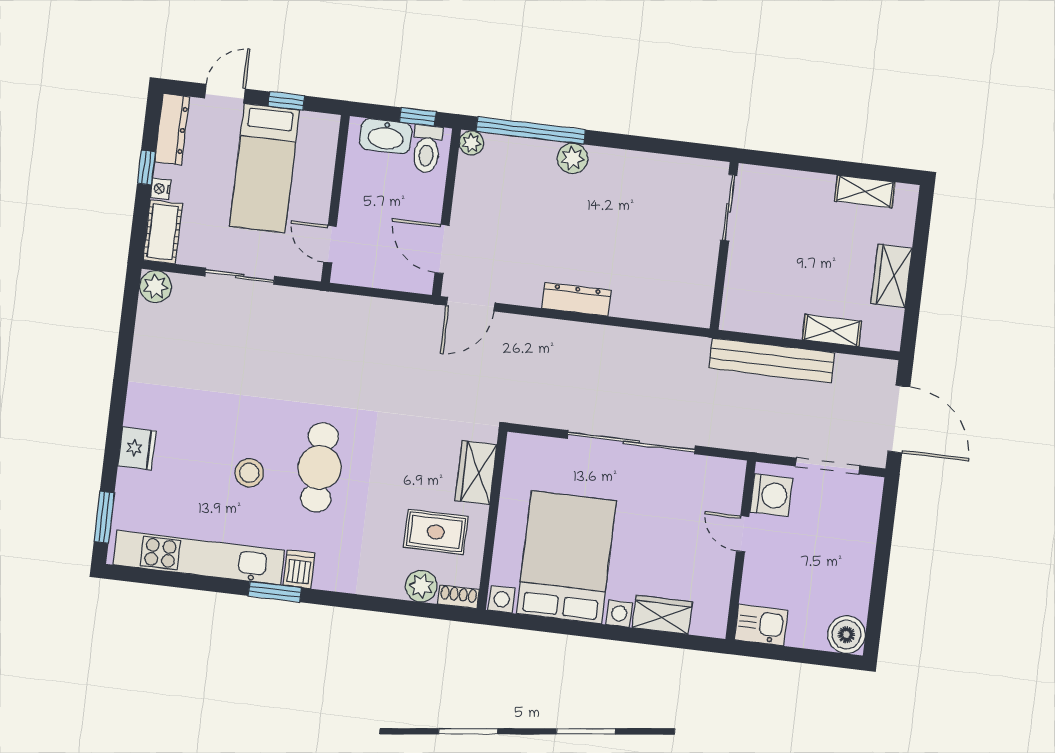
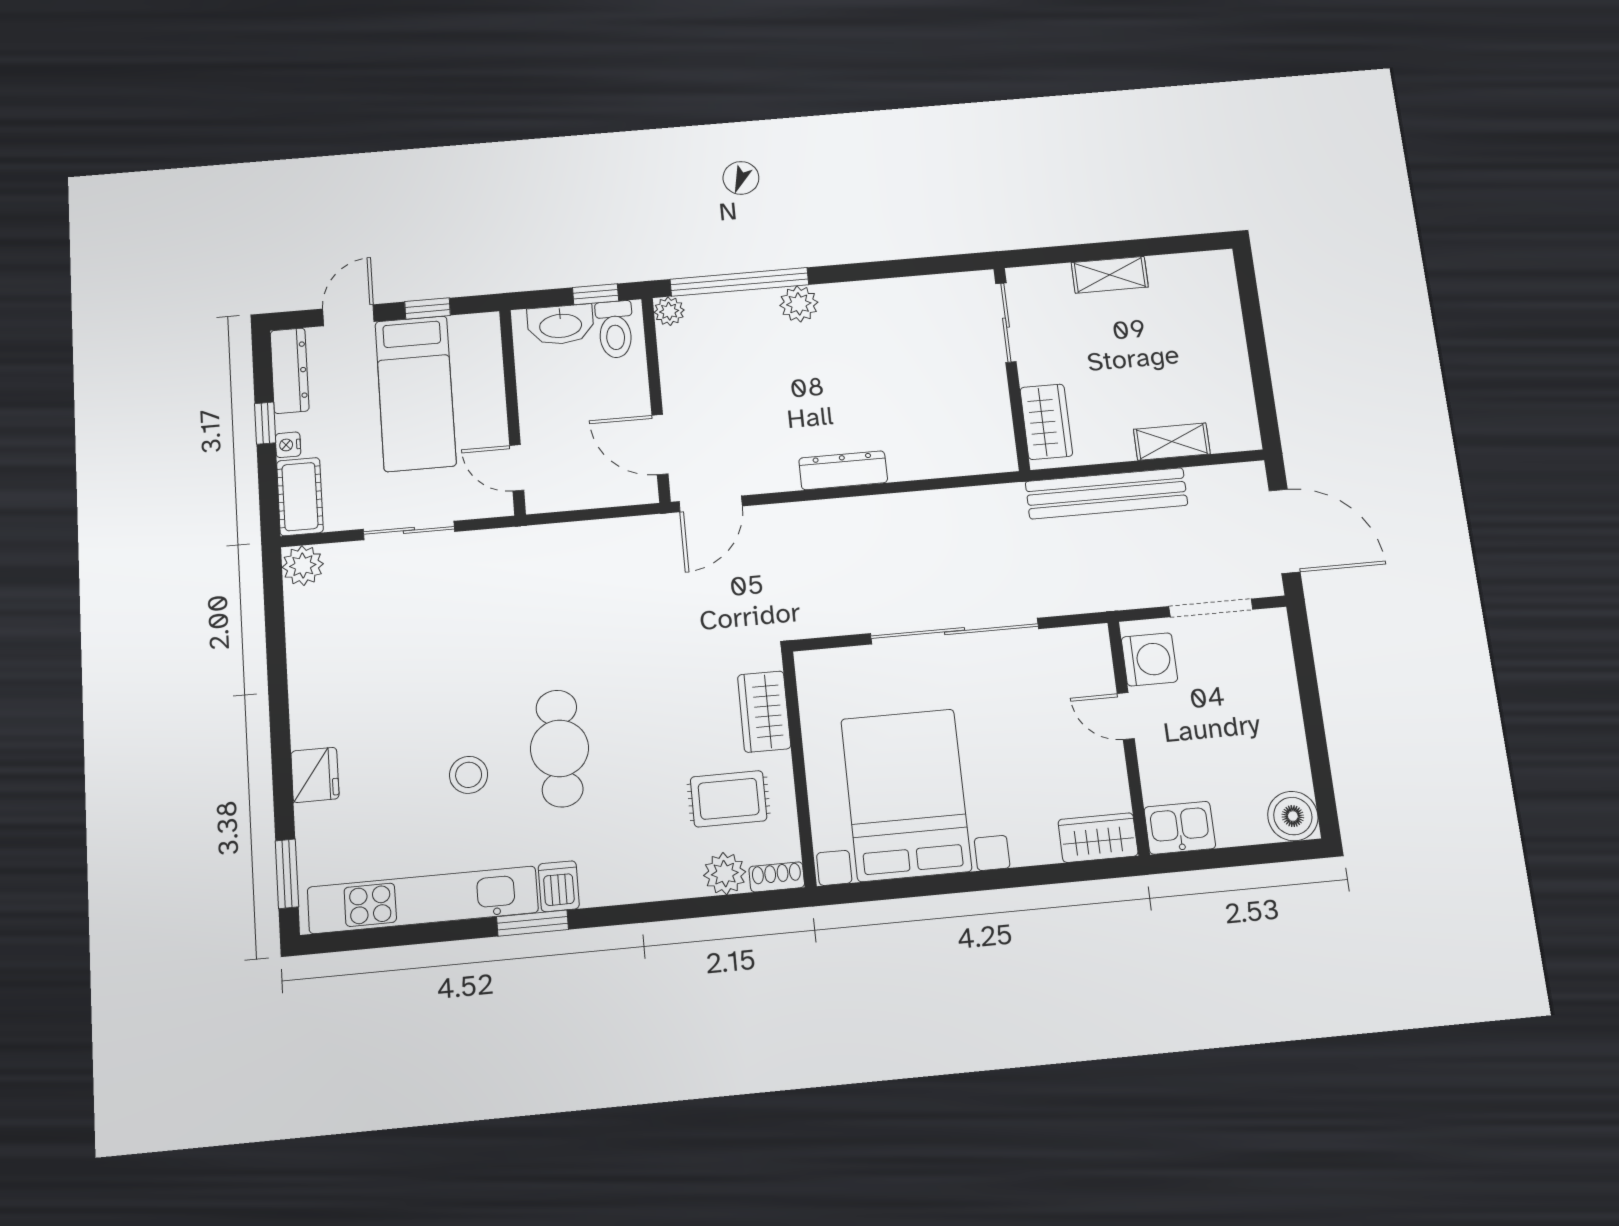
shelving: (865, 192) -> (1110, 275), moved
wardrobe: (891, 276) -> (1046, 422), moved, turned 180
wardrobe: (662, 615) -> (1098, 838), moved

